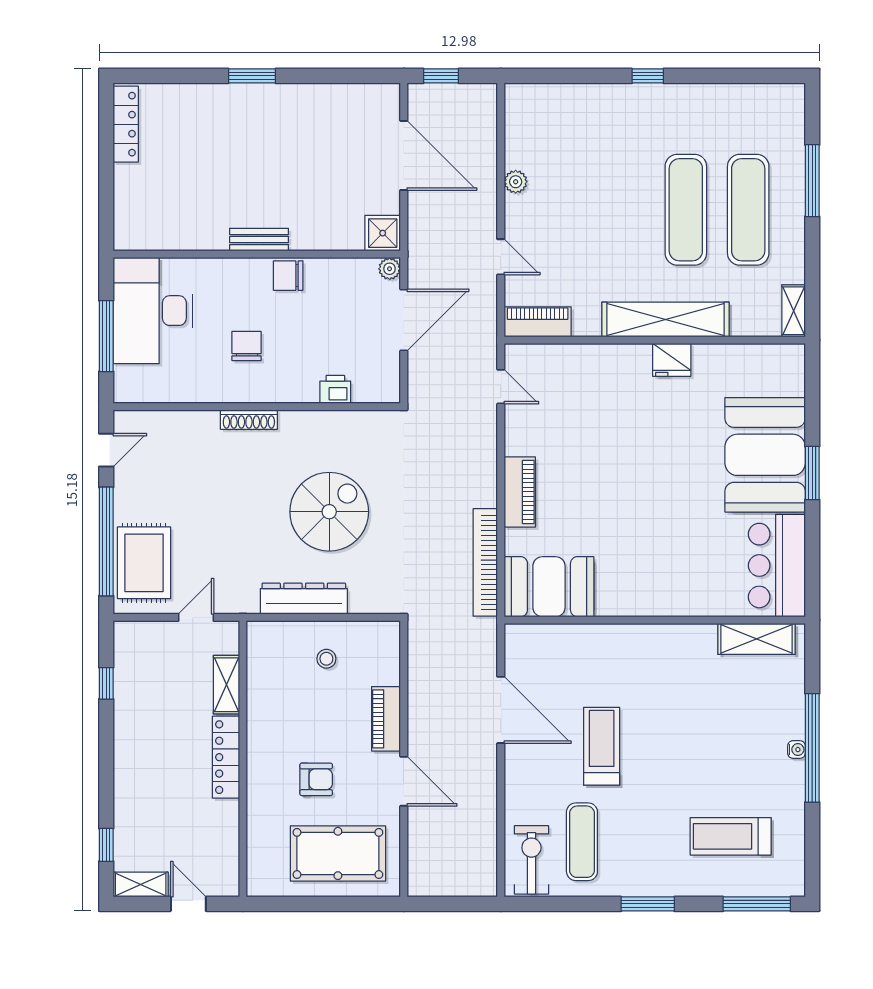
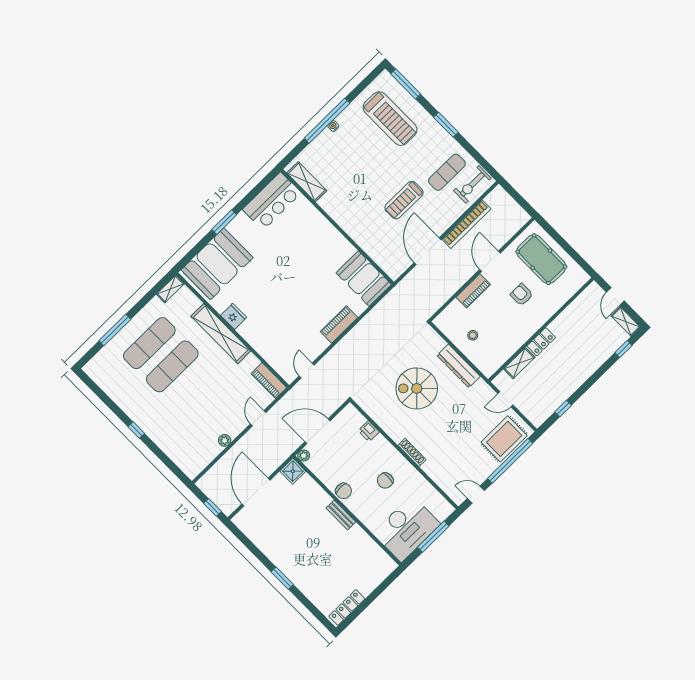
booth: (765, 455) -> (217, 264), moved
bookcase: (485, 562) -> (467, 224), moved
locker: (226, 757) -> (541, 342), width x0.66
treadmill: (731, 836) -> (390, 119), width x1.37, depth x1.38

